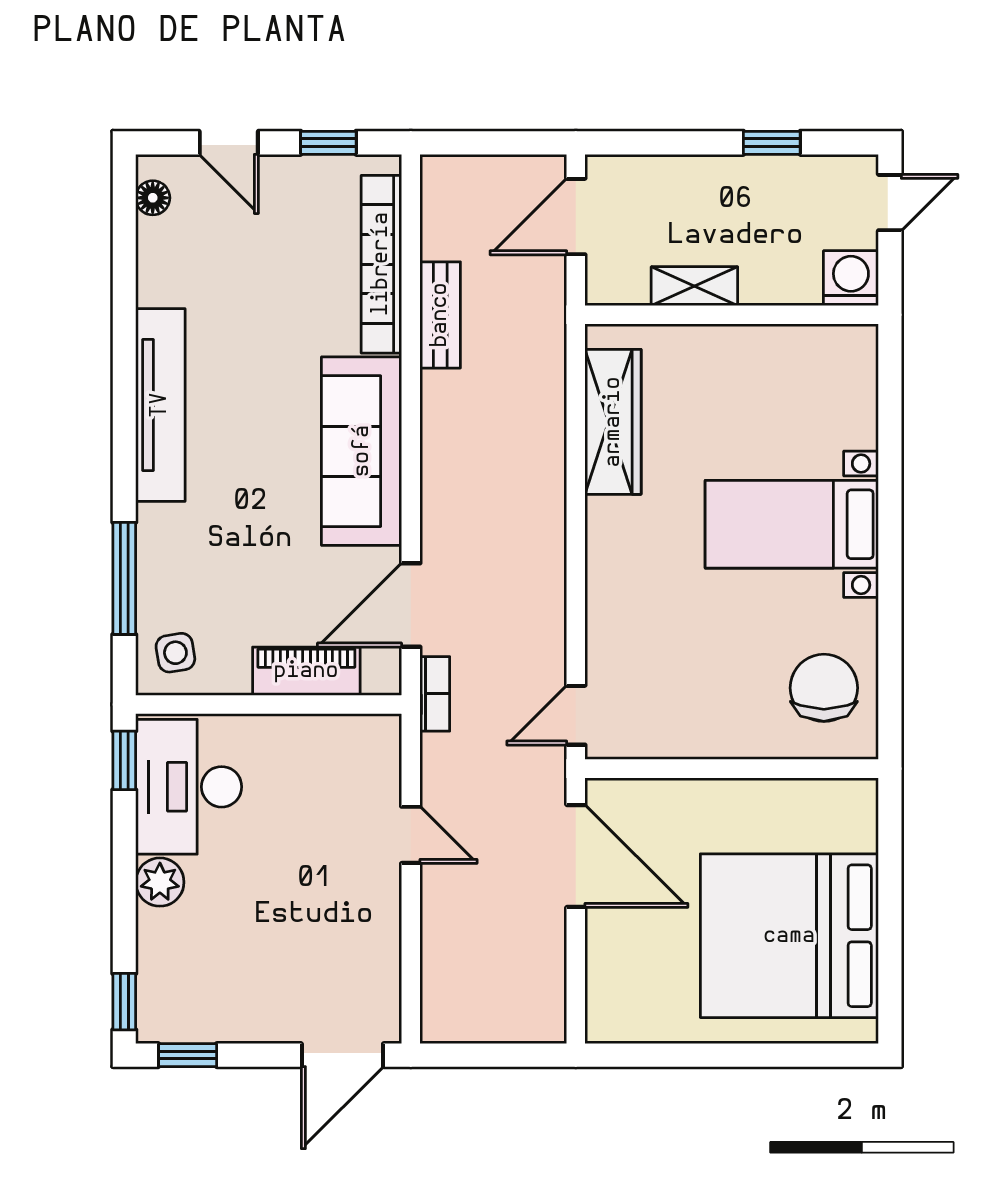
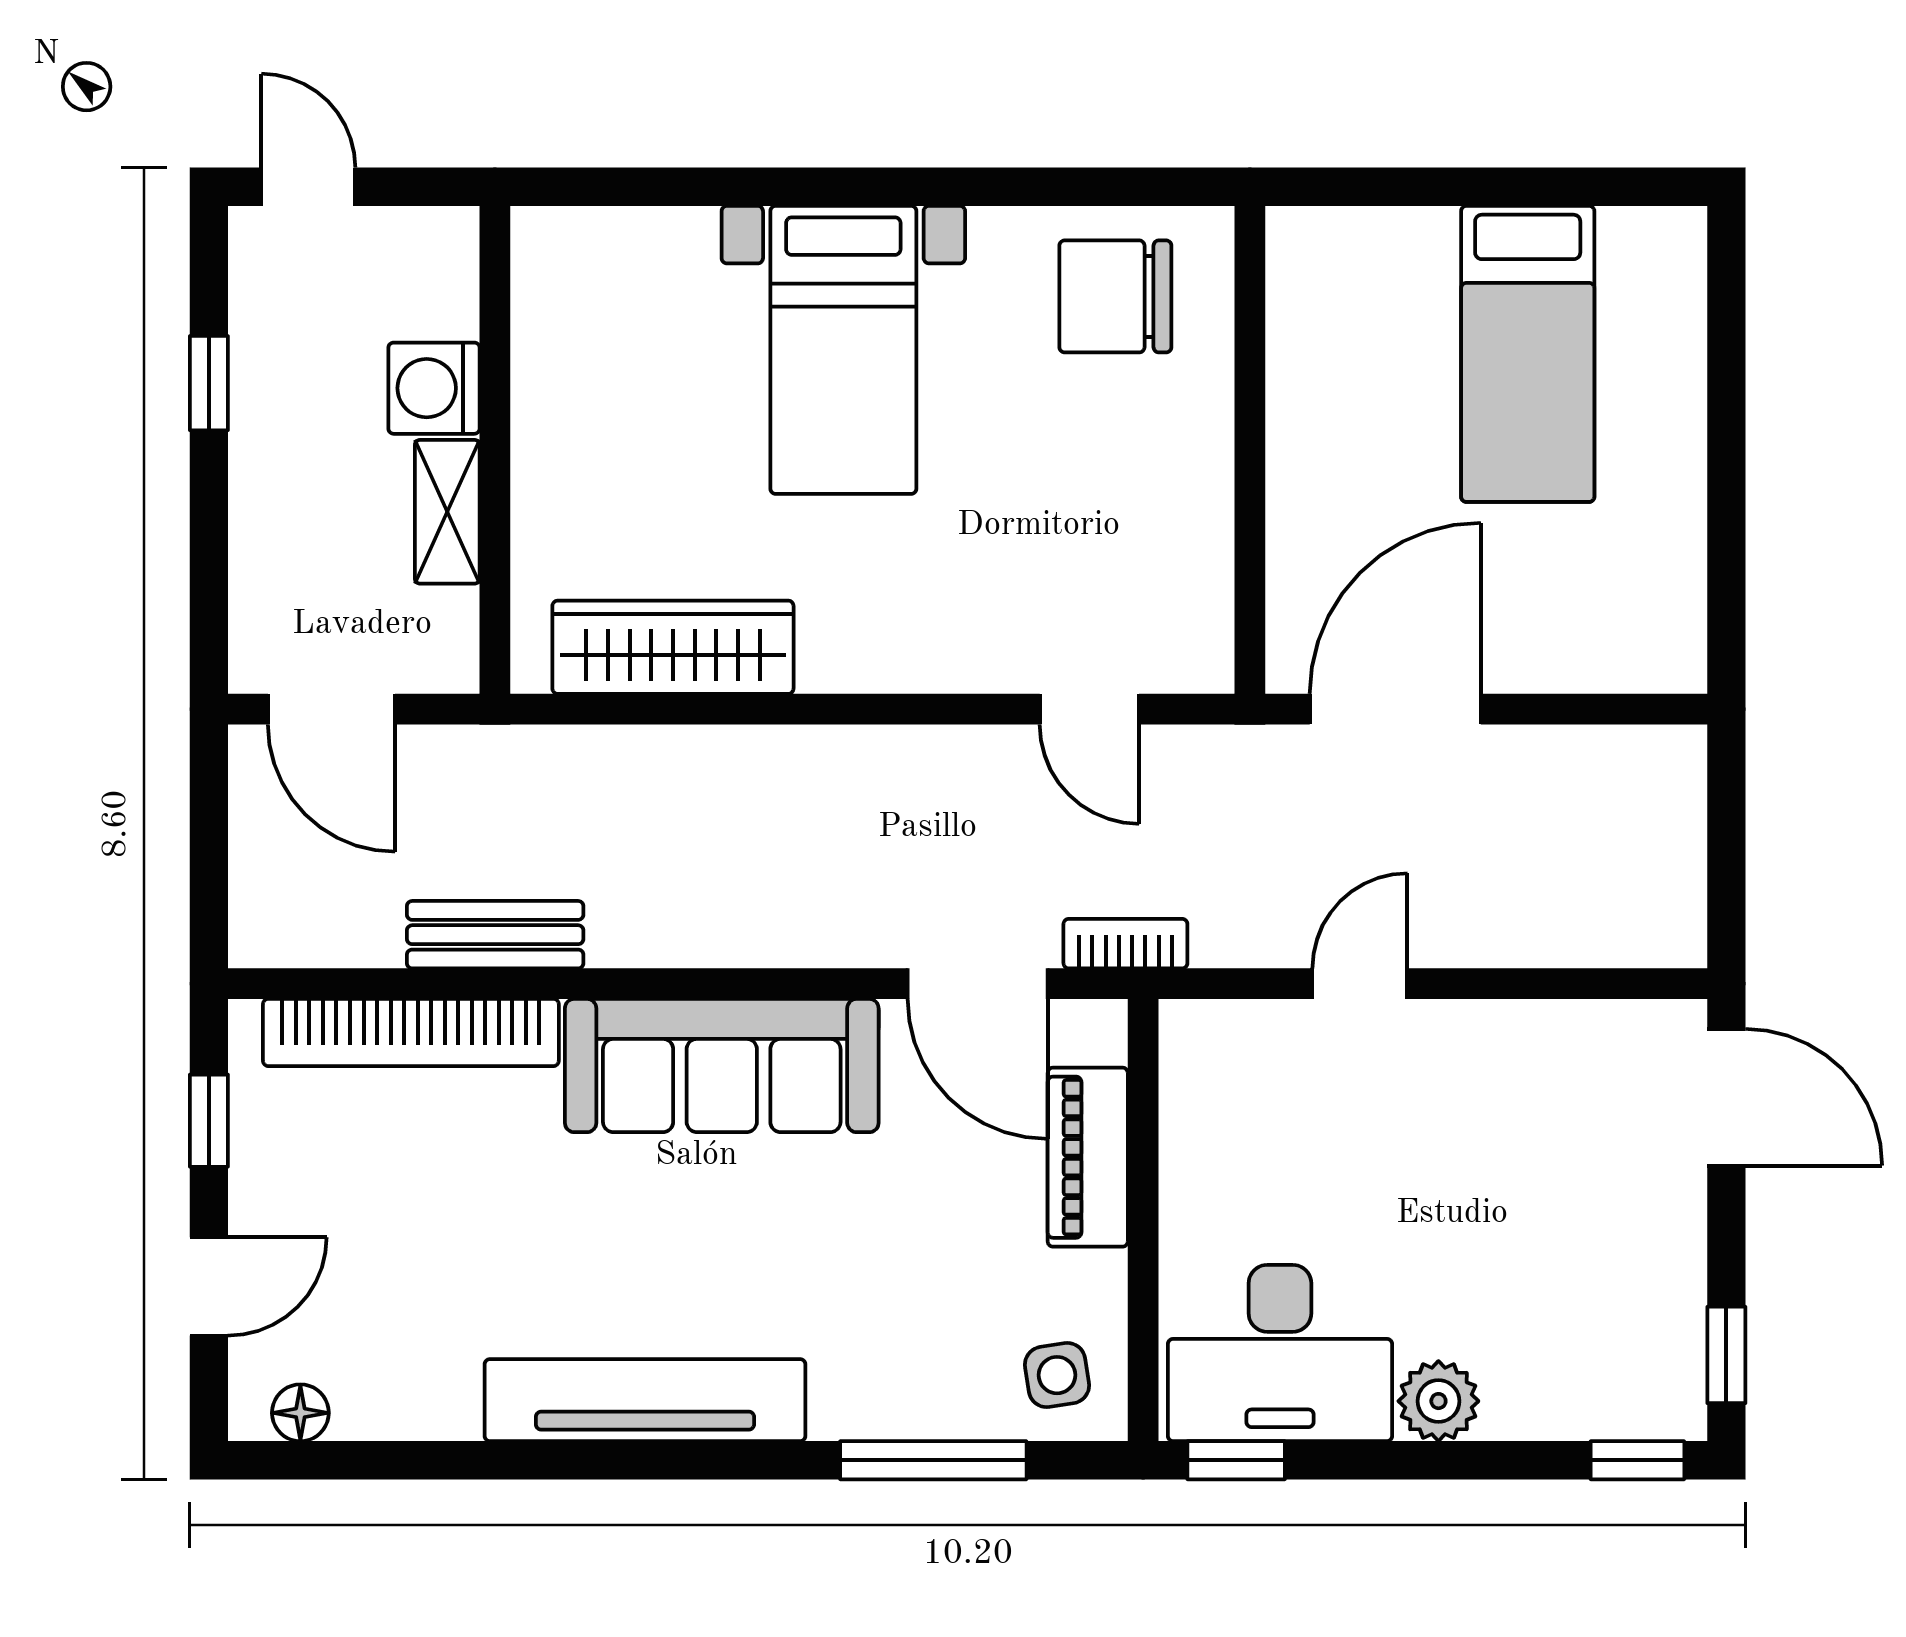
washing machine: (851, 278) -> (434, 388), moved
door: (576, 715) -> (1089, 709), moved
bed: (789, 936) -> (1528, 354), width x0.49

